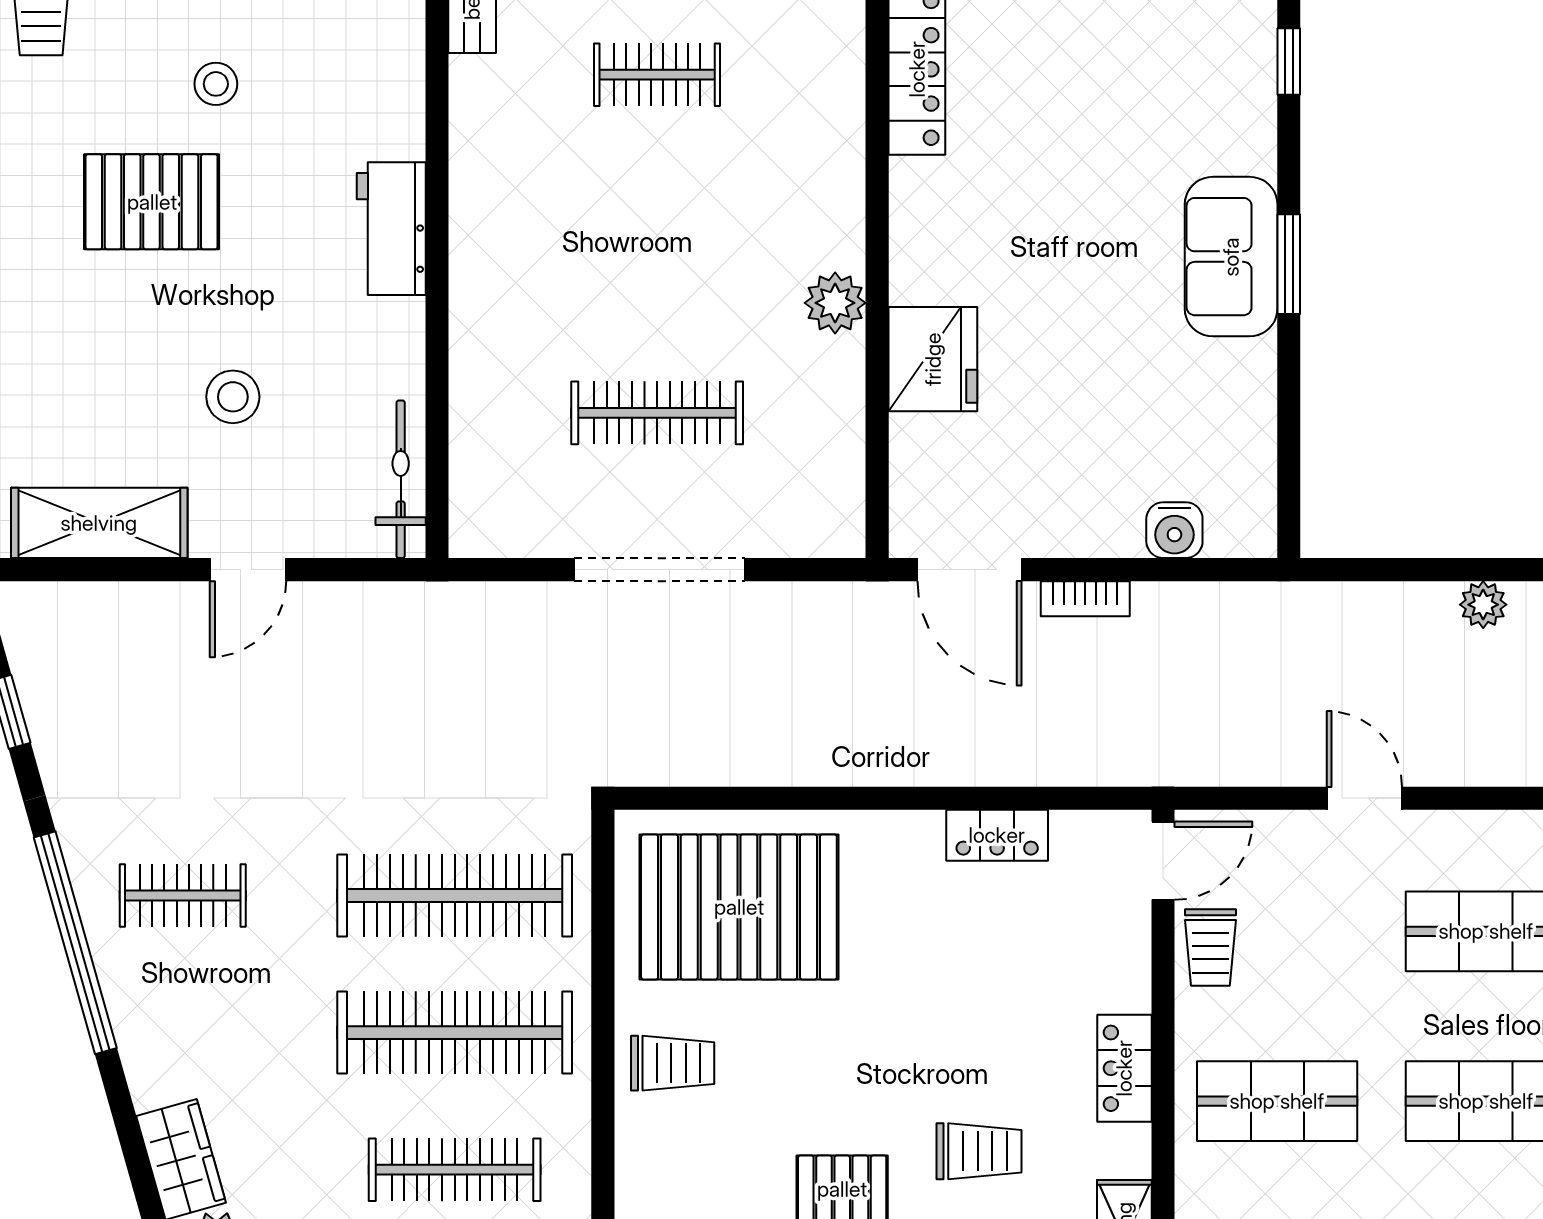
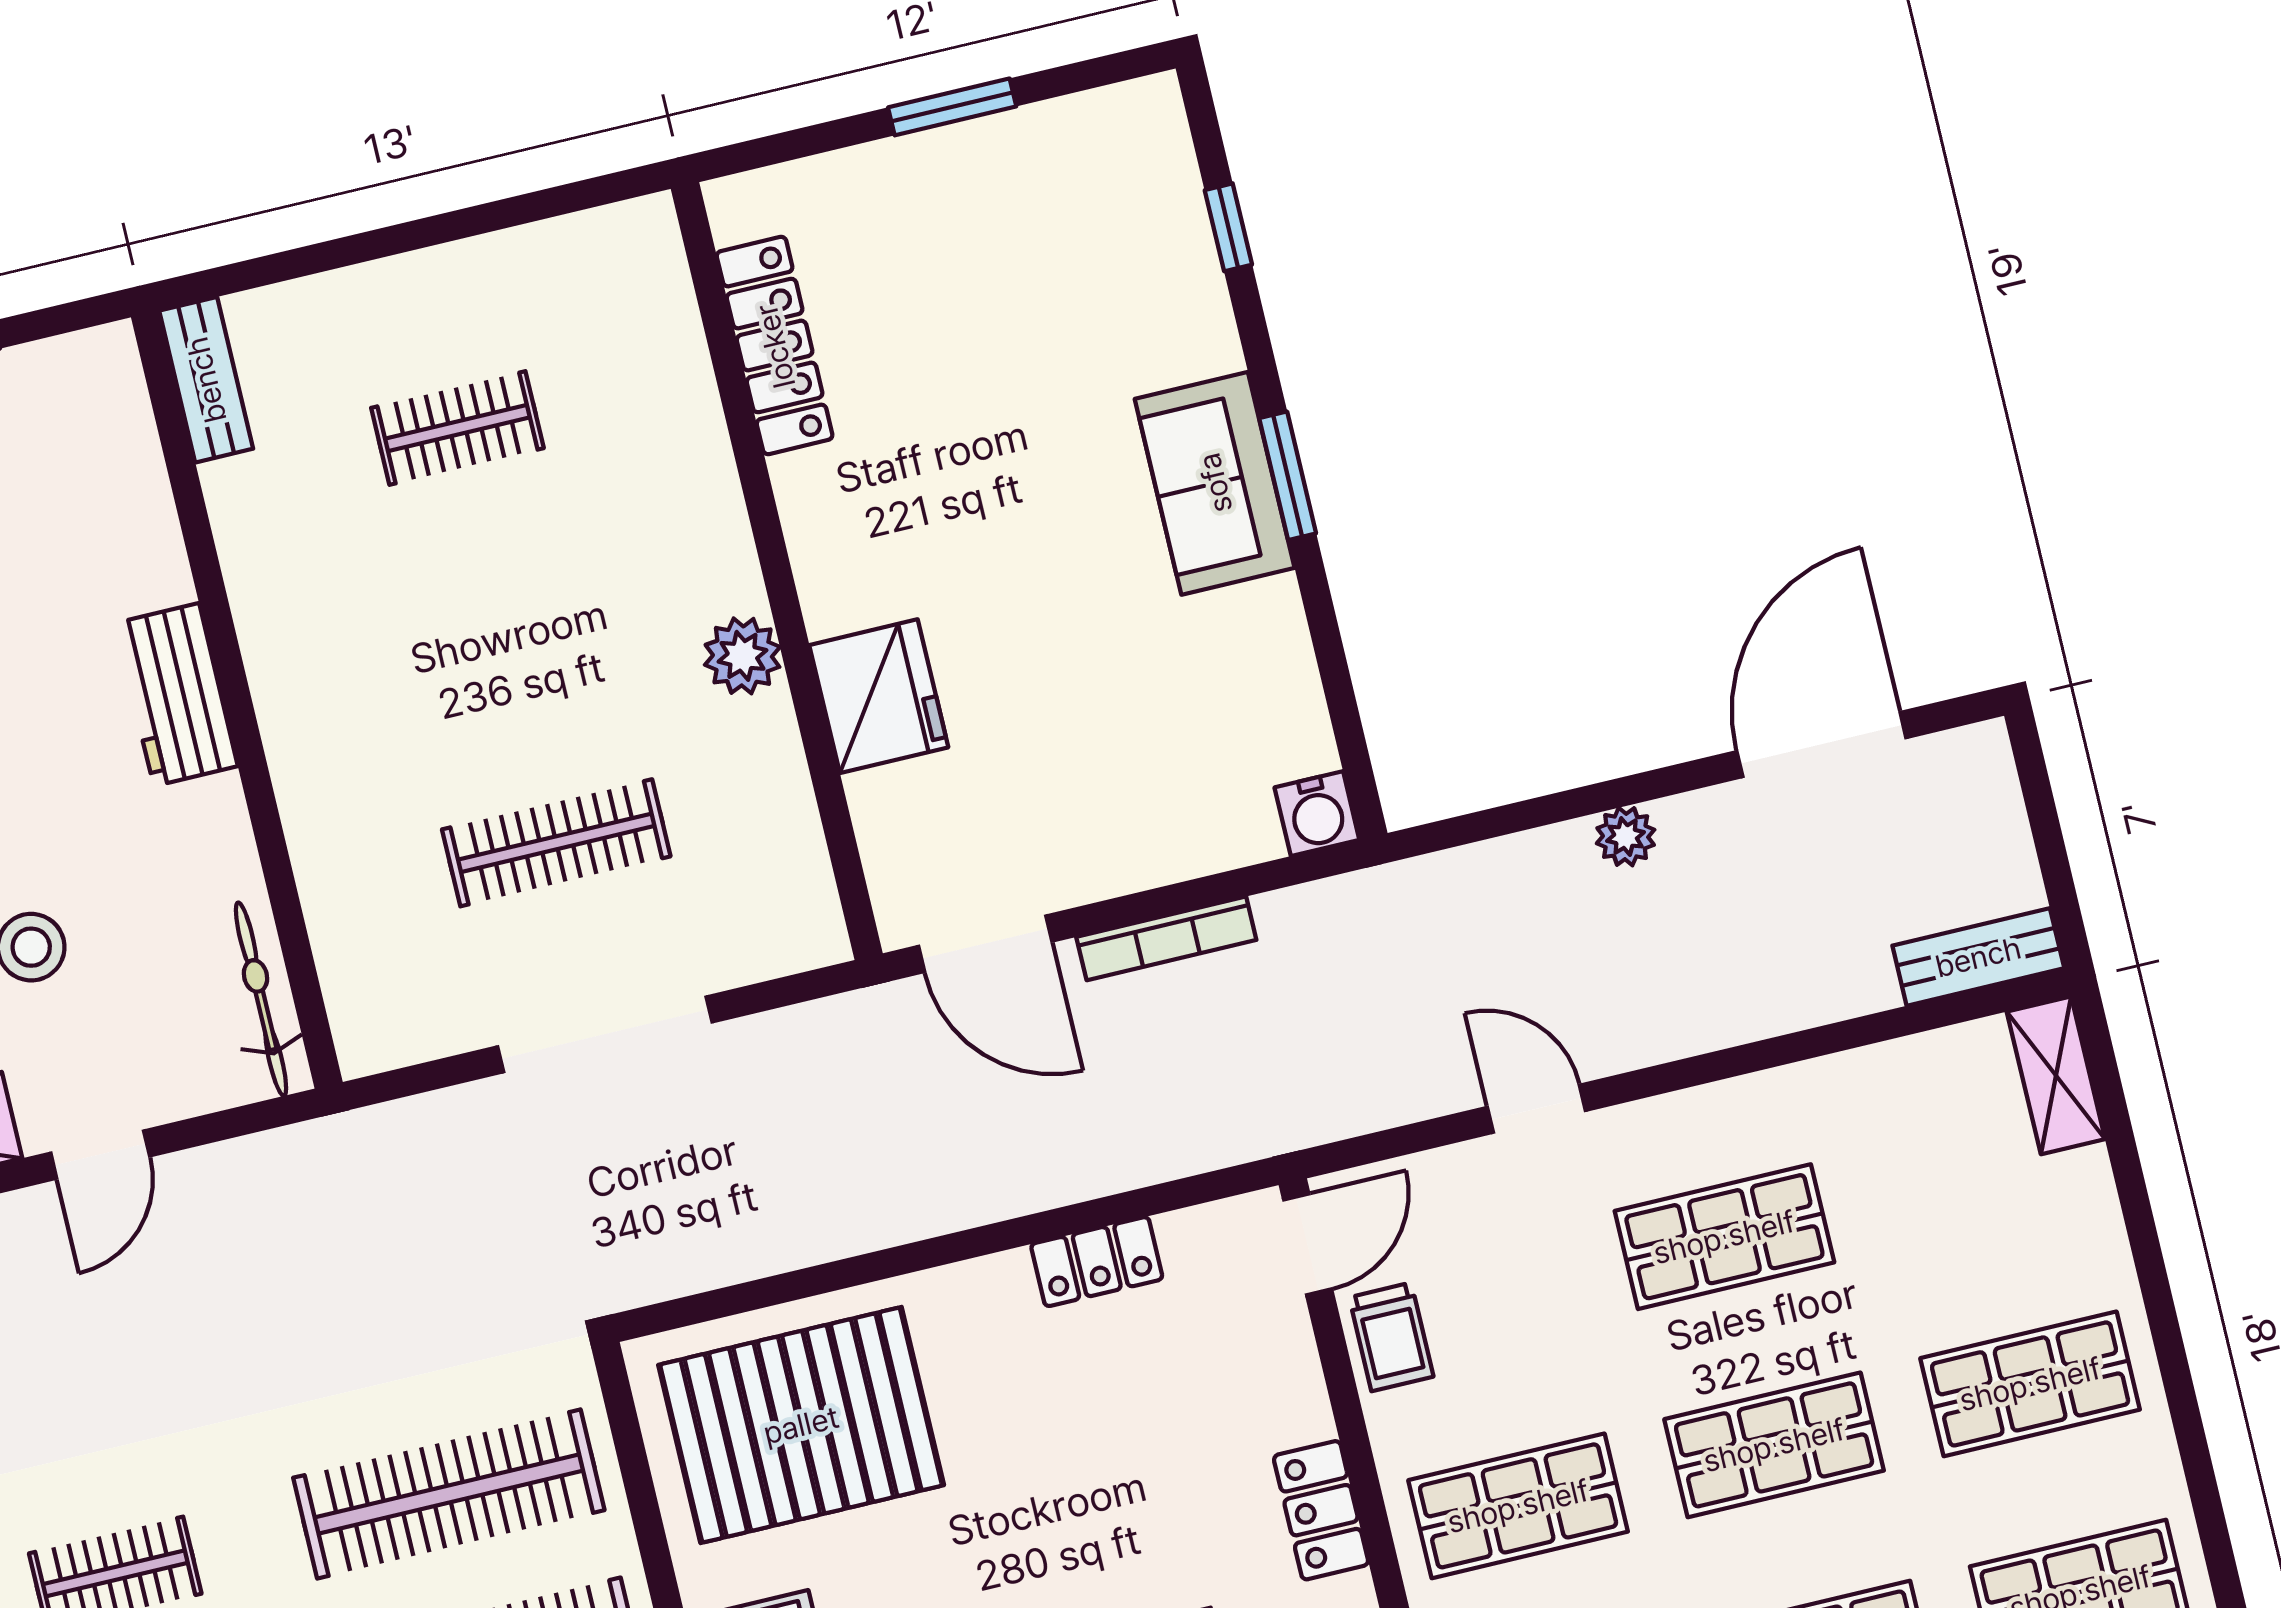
water cooler: (1174, 530) -> (1317, 814), moved
bookcase: (1085, 599) -> (1166, 938), width x1.56

